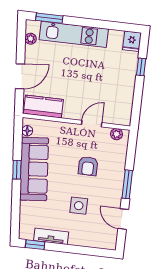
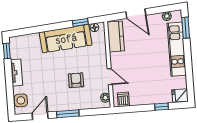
dishwasher: (123, 112) -> (123, 99), added
armchair: (88, 166) -> (76, 80), turned 90
window: (17, 170) -> (80, 22), moved
side table: (79, 206) -> (21, 100), moved
tv unit: (51, 236) -> (16, 73), moved

